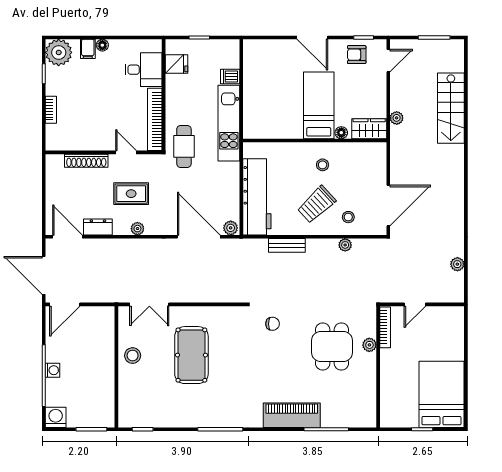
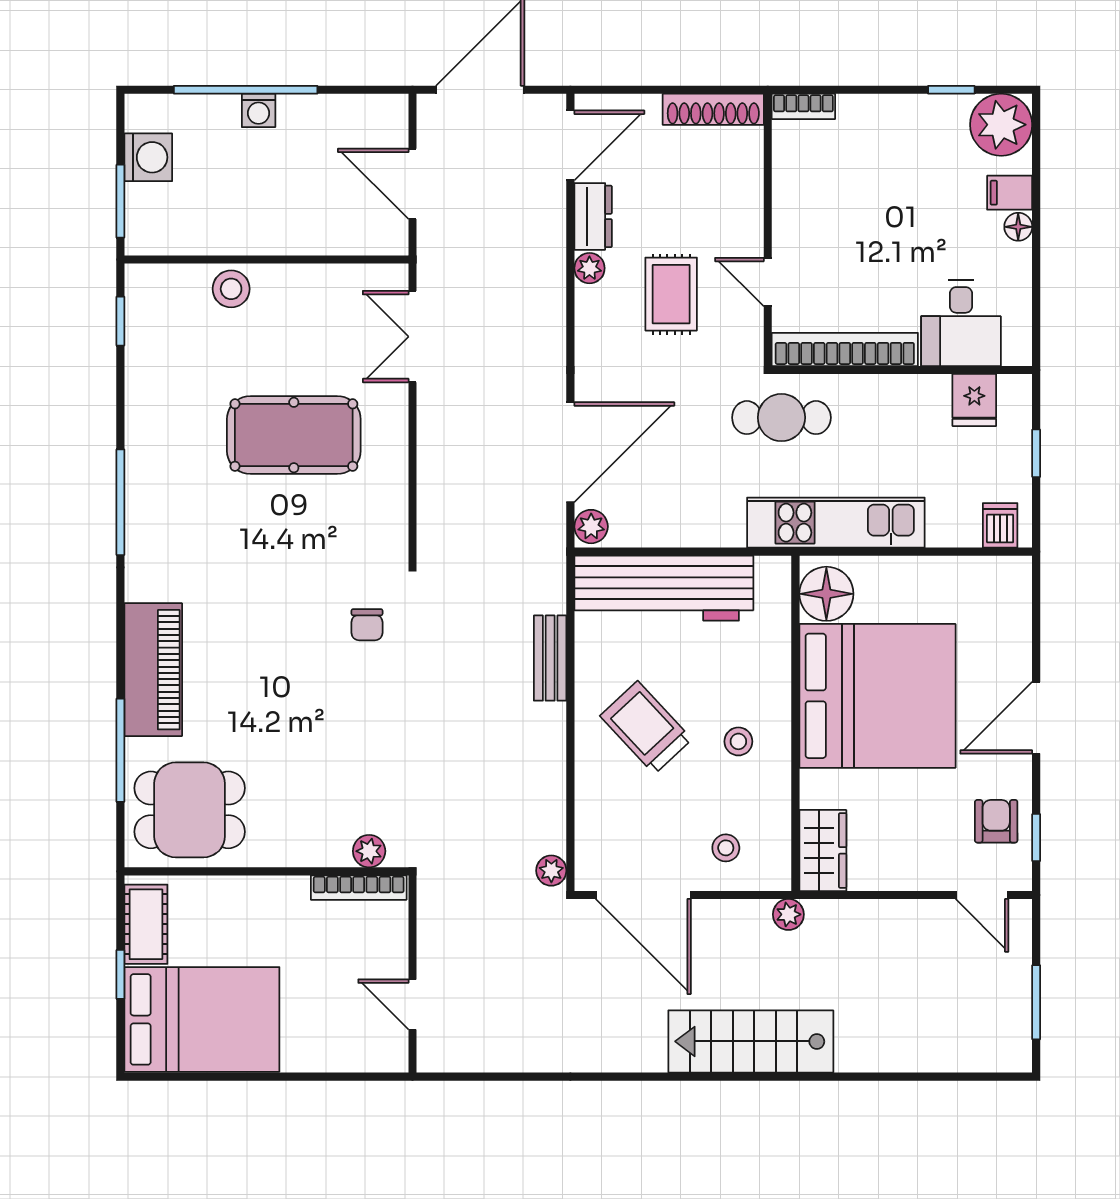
dishwasher: (230, 76) -> (1000, 525), moved
bed: (319, 105) -> (877, 696), width x2.04
stairs: (451, 108) -> (751, 1041), moved
bookcase: (51, 110) -> (803, 106), moved
plant: (397, 118) -> (788, 914), moved
floor lamp: (341, 133) -> (826, 594), moved, width x1.89, depth x1.89
door: (126, 152) -> (768, 282), swing flipped
shoe rack: (86, 161) -> (713, 109), moved, turned -90
stool: (348, 217) -> (726, 848), moved
plant: (137, 229) -> (589, 268), moved
plant: (345, 245) -> (551, 871), moved
plant: (457, 264) -> (506, 1057), removed
door: (65, 304) -> (412, 184), moved
door: (415, 304) -> (412, 1004), moved
plant: (369, 345) -> (369, 851), moved
dining table: (332, 347) -> (190, 810), moved
stool: (133, 356) -> (231, 289), moved
washing machine: (56, 417) -> (148, 157), moved
cot: (401, 418) -> (146, 924), added

